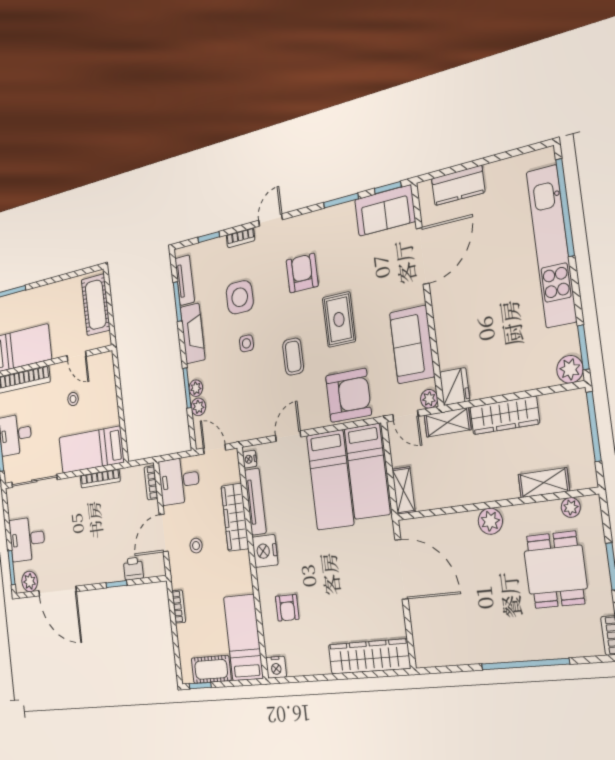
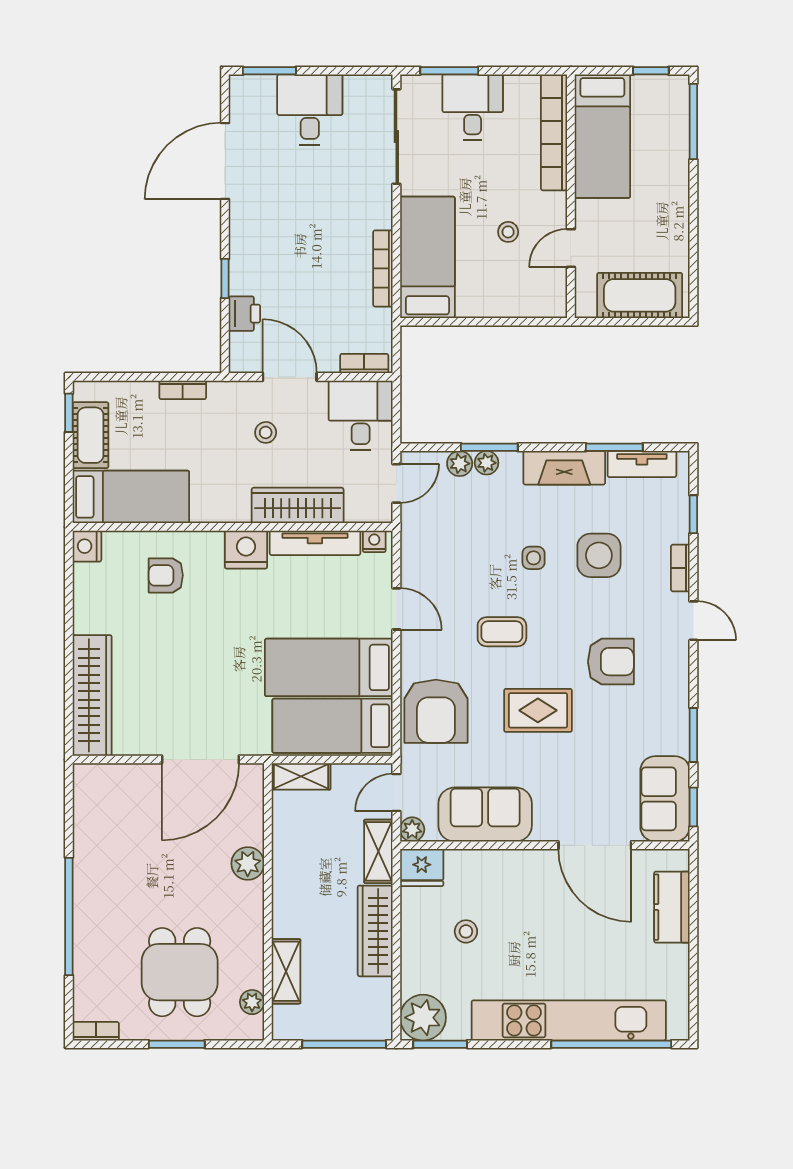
stool: (496, 343) -> (466, 931), added
plant: (570, 369) -> (423, 1018), width x1.36, depth x1.36
plant: (490, 521) -> (248, 864), moved
dining table: (555, 570) -> (180, 972), turned 90
plant: (30, 581) -> (245, 106), removed

